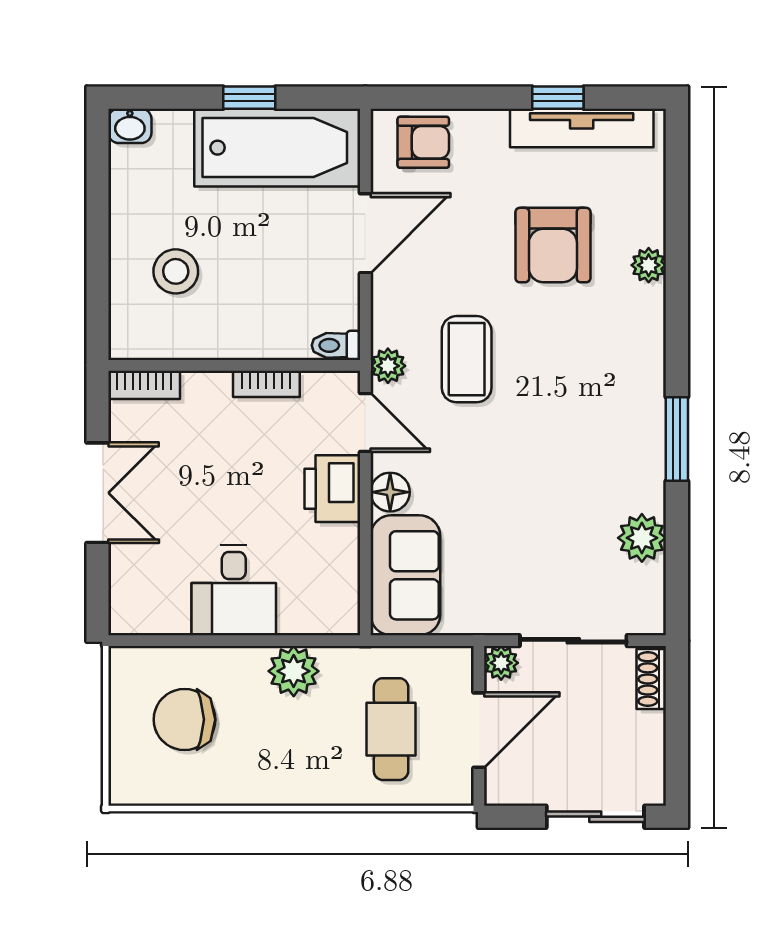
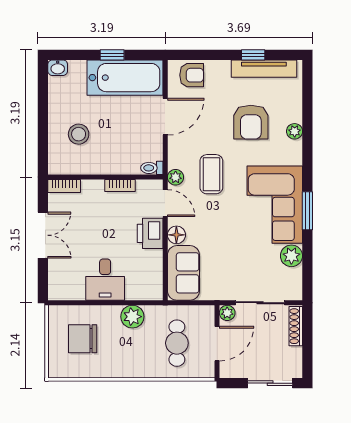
corner sofa: (605, 426) -> (275, 205), added
shoe rack: (651, 679) -> (296, 326), width x1.43

